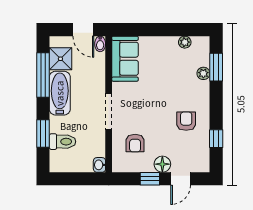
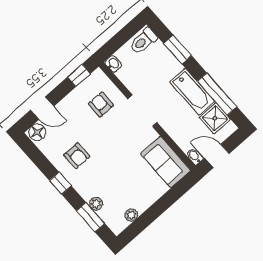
window: (216, 139) -> (60, 183), moved
toilet: (62, 142) -> (143, 41), moved
floor lamp: (162, 164) -> (37, 132), moved
window: (150, 179) -> (79, 75), moved
door: (181, 179) -> (42, 108), swing flipped

